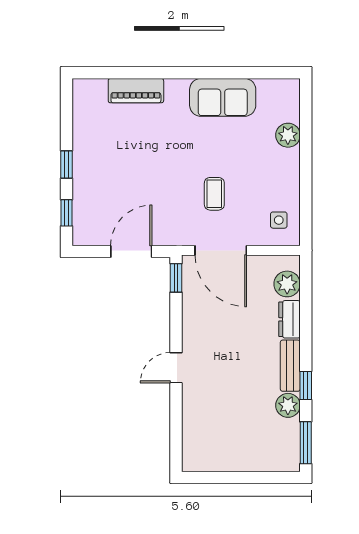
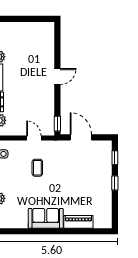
sofa: (223, 97) -> (46, 218), moved
door: (221, 250) -> (34, 138), width x0.53
door: (131, 252) -> (81, 137), swing flipped

